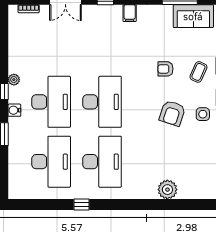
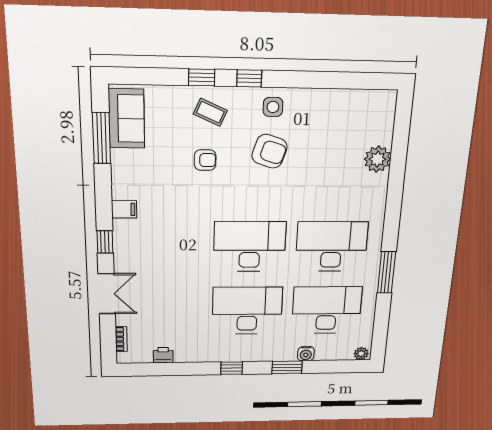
printer: (15, 40) -> (163, 355), added
armchair: (165, 69) -> (205, 160), turned -90
plant: (14, 80) -> (361, 354), moved
water cooler: (14, 110) -> (306, 354), moved
window: (82, 205) -> (386, 272), width x2.17

